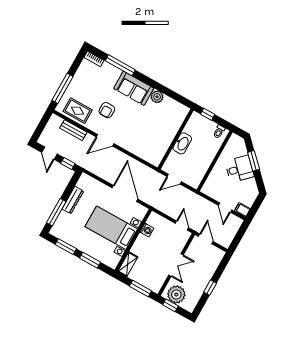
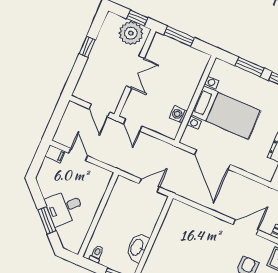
washbasin: (182, 143) -> (137, 247), moved
shelving: (128, 264) -> (199, 67), removed
double door: (176, 265) -> (135, 72), swing flipped

